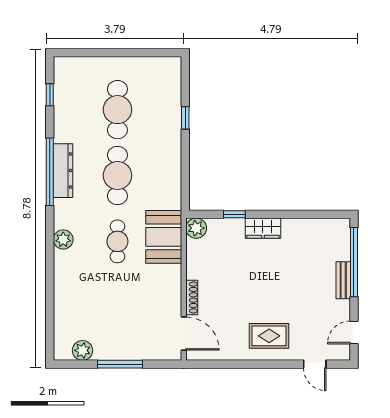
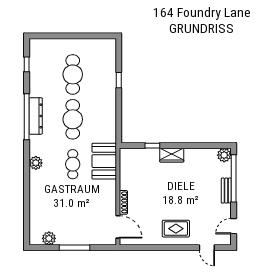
plant: (196, 228) -> (224, 155), moved

